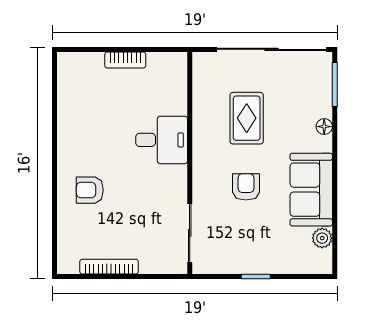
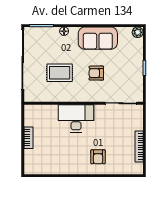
desk: (162, 140) -> (76, 118), width x1.37
plant: (322, 238) -> (138, 32), moved

